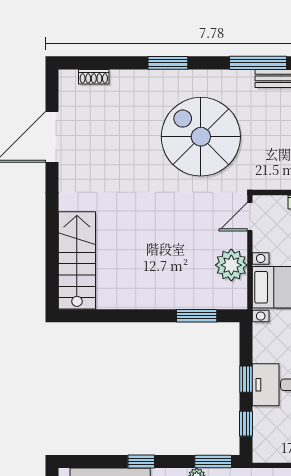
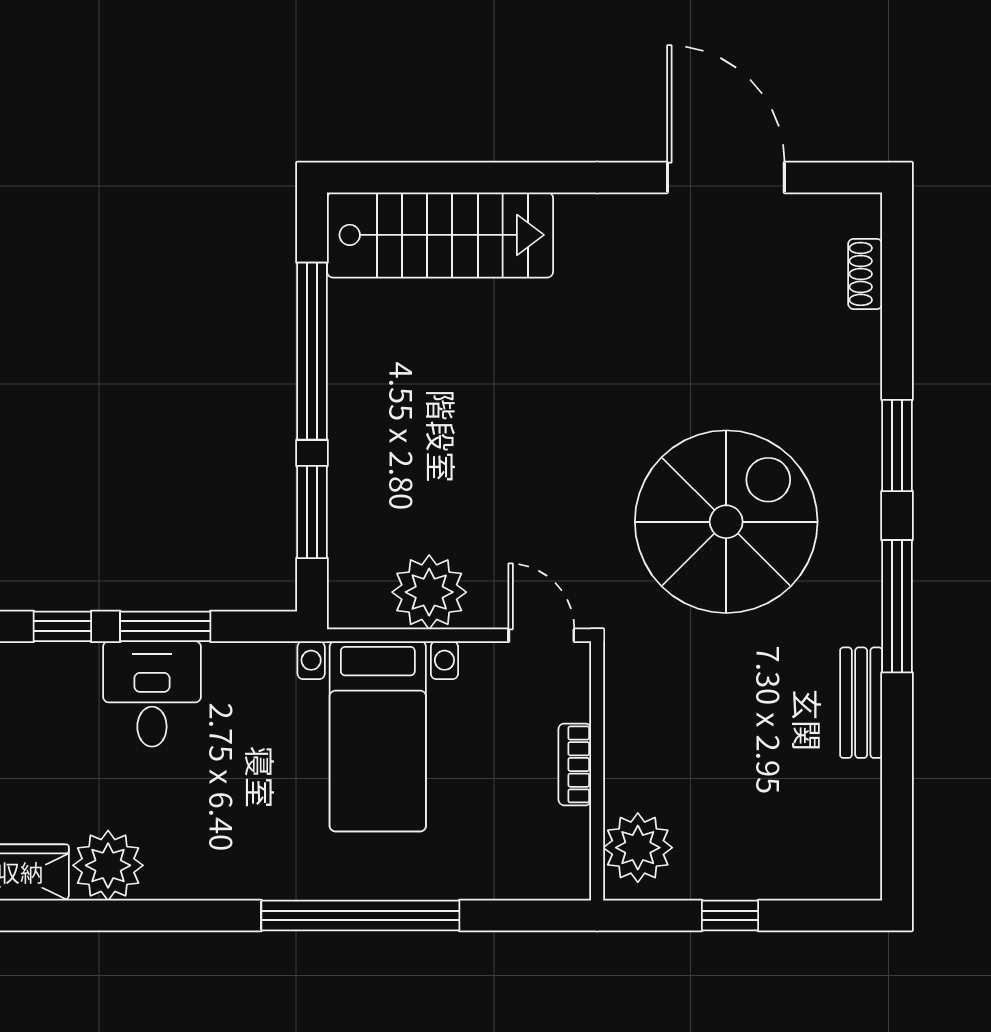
window: (258, 63) -> (897, 606), moved
window: (127, 316) -> (312, 351), added
window: (246, 379) -> (165, 626), width x1.50

